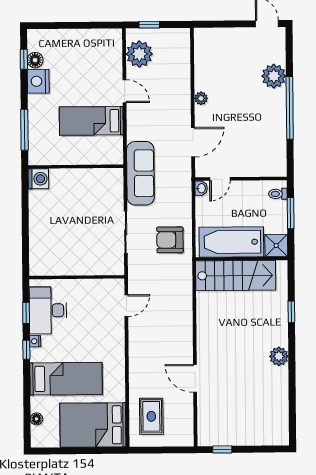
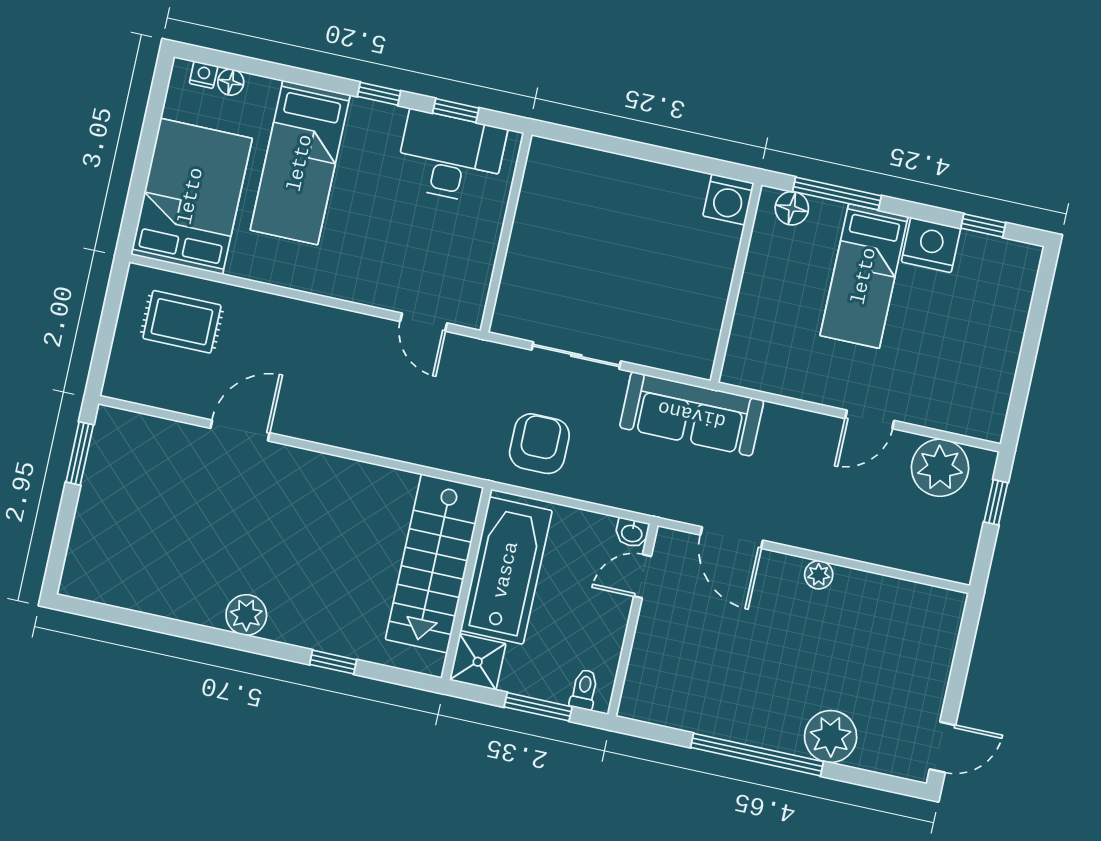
floor lamp: (35, 60) -> (792, 208), moved
bed: (91, 121) -> (864, 276), moved, turned 180
door: (220, 179) -> (642, 576), hinge flipped
nightstand: (35, 341) -> (204, 75), moved
window: (222, 449) -> (80, 453), width x1.50

